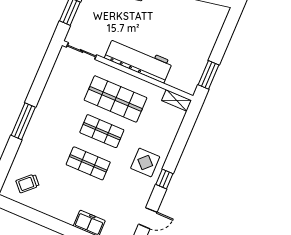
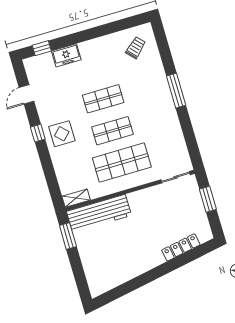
workbench: (139, 60) -> (99, 213), moved

